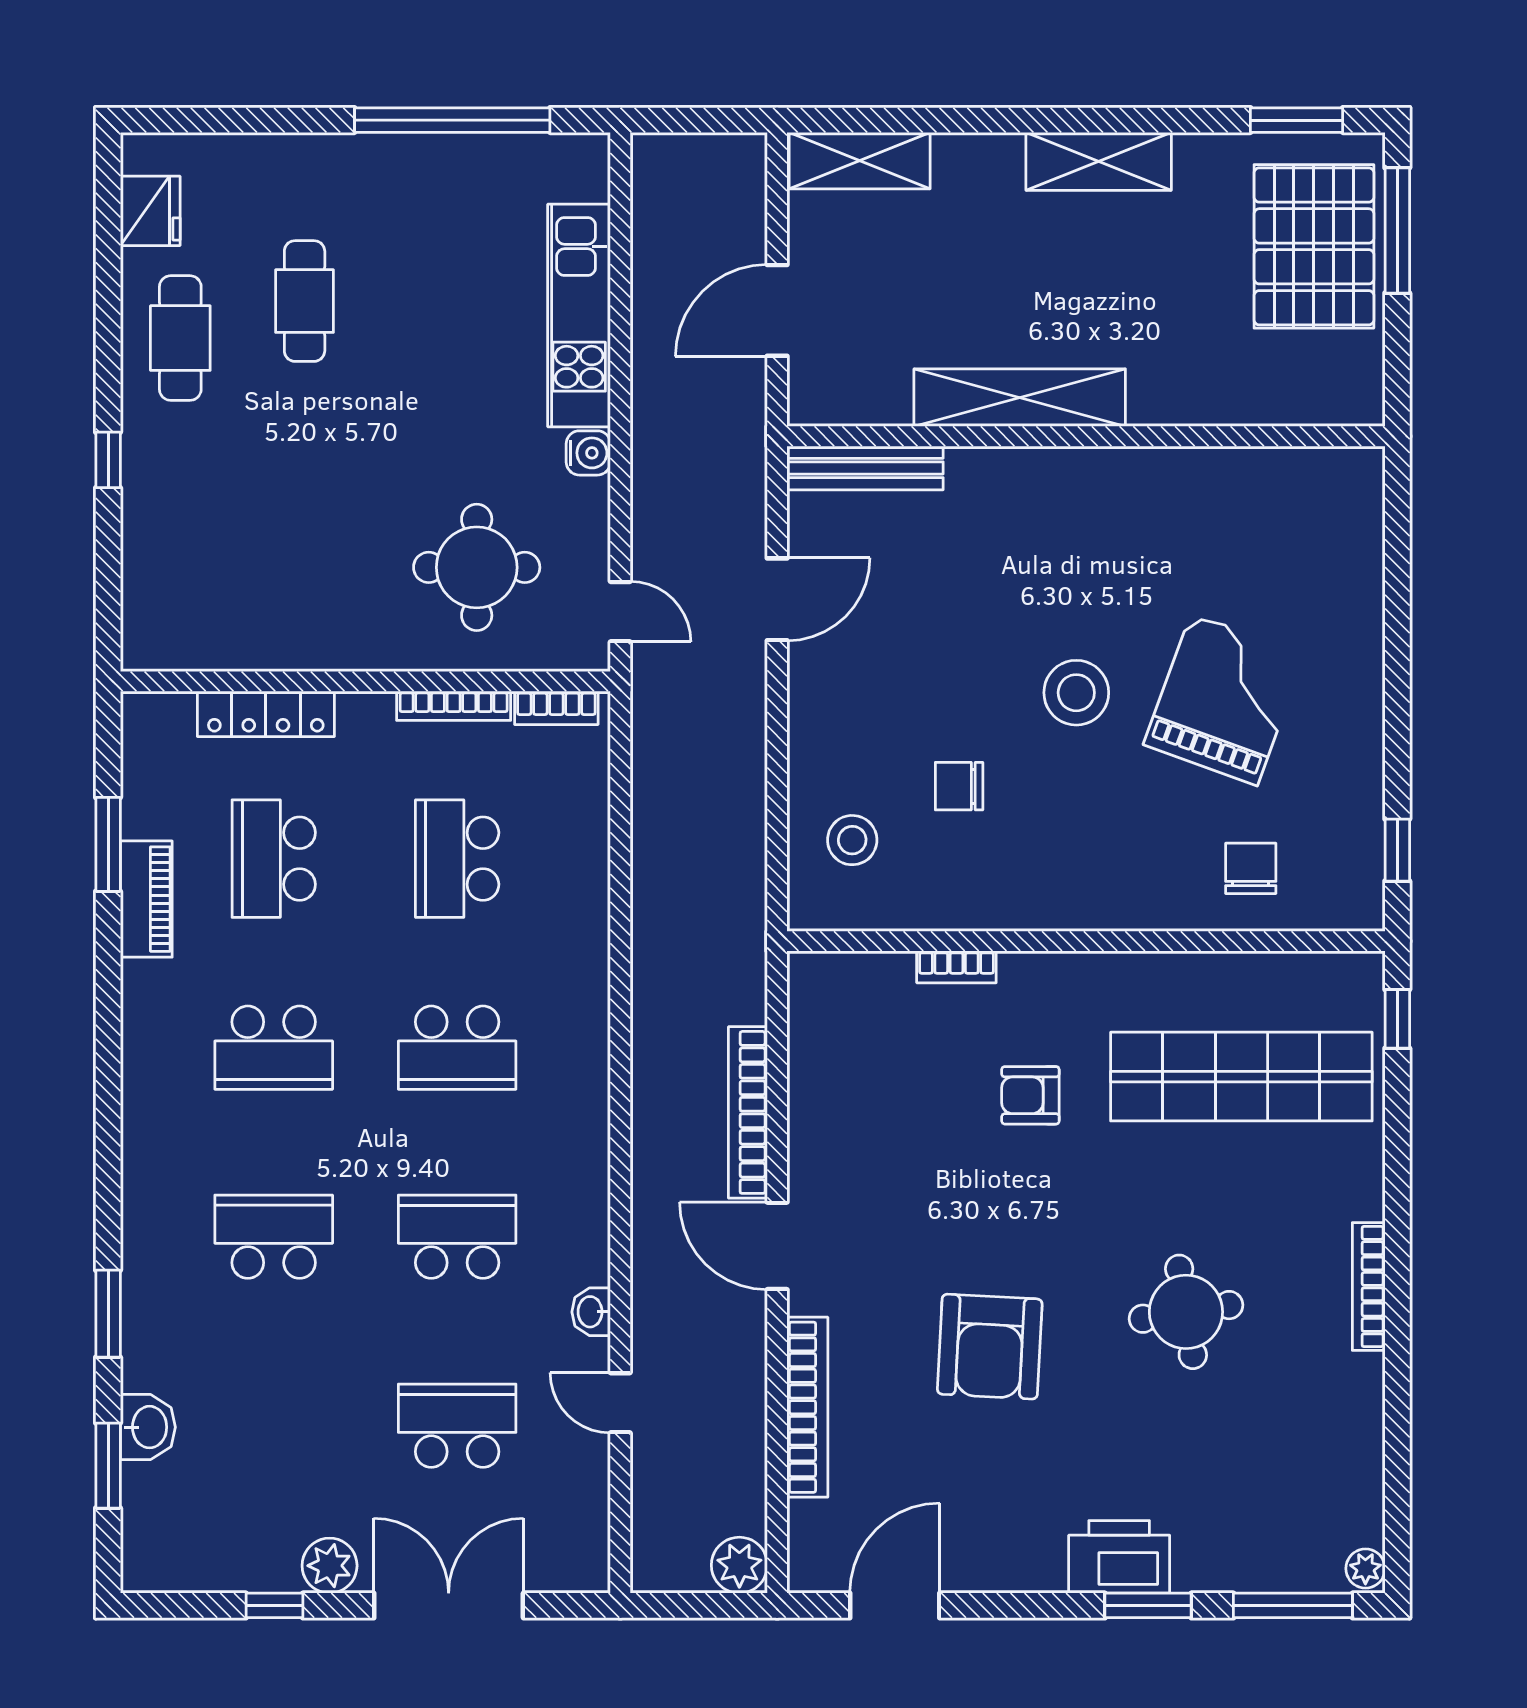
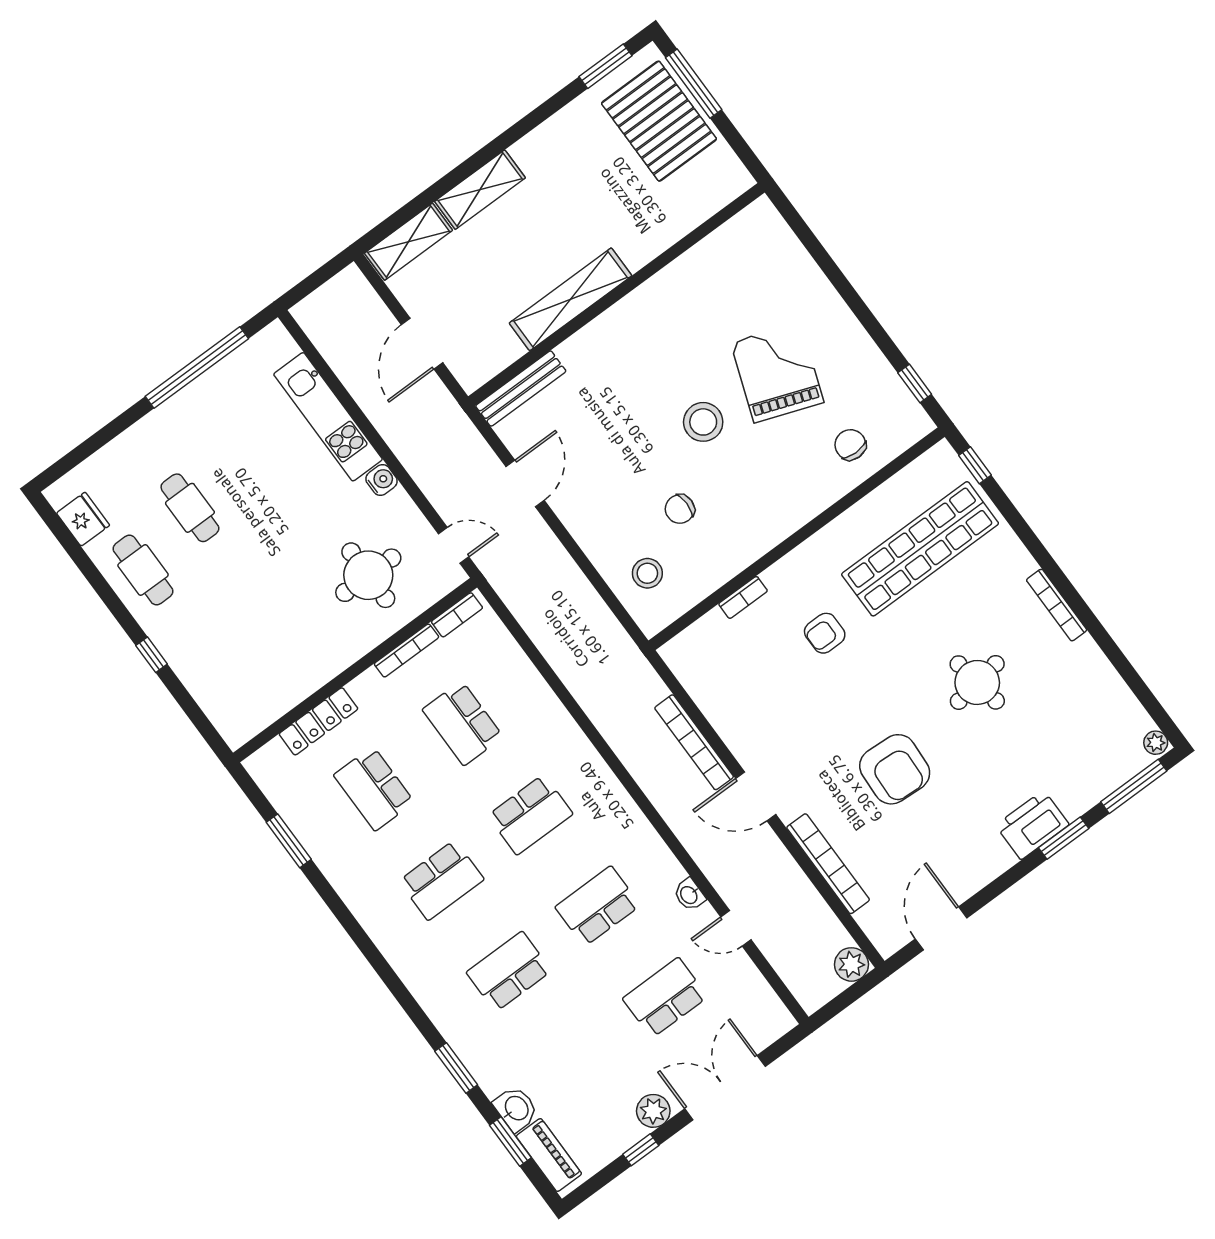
shelving: (1099, 161) -> (480, 190), moved
piano: (146, 899) -> (549, 1155), moved

